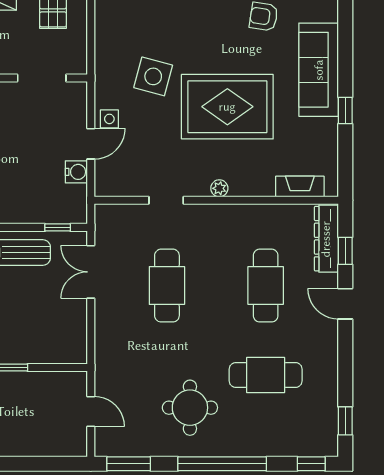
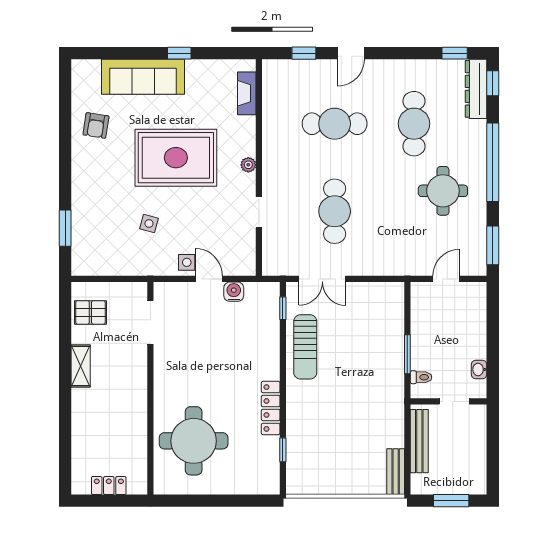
side table: (153, 76) -> (149, 223), width x0.54, depth x0.54
rug: (227, 107) -> (176, 158), turned 90
dresser: (326, 239) -> (476, 89), moved, turned 90
cafe table: (167, 286) -> (335, 211), turned 90

